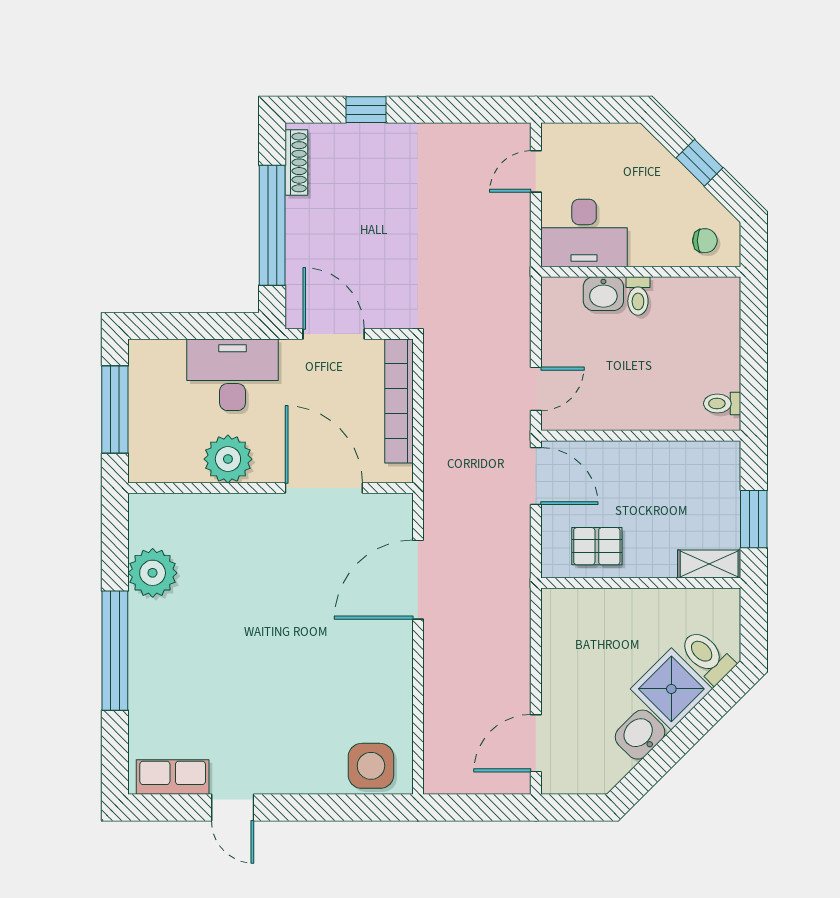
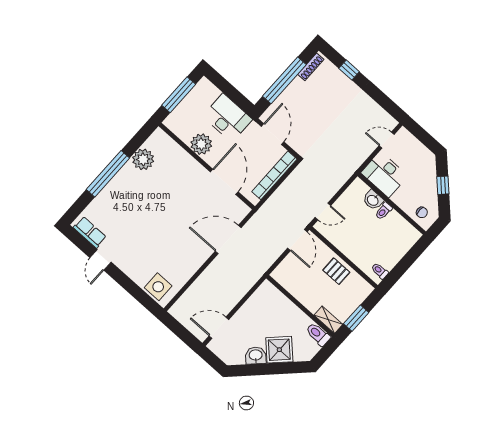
pallet: (597, 546) -> (336, 271), moved
toilet: (707, 657) -> (318, 334), moved, turned -45

